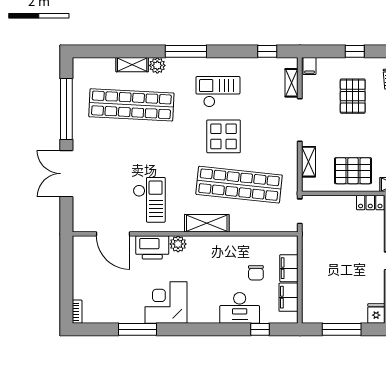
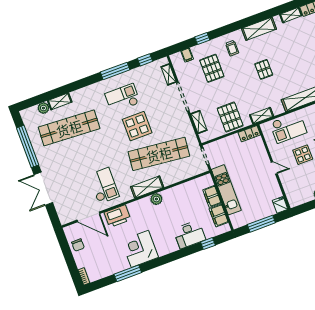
window: (186, 51) -> (115, 71), moved
plant: (157, 65) -> (43, 108), moved
filing cabinet: (310, 66) -> (187, 55), moved
pallet: (353, 171) -> (230, 117), turned 90
plant: (178, 244) -> (156, 199), moved
kitchen unit: (311, 266) -> (226, 190), added
chair: (256, 273) -> (78, 245), moved

